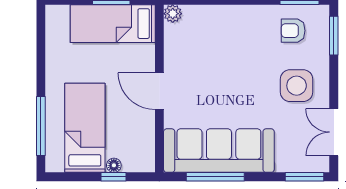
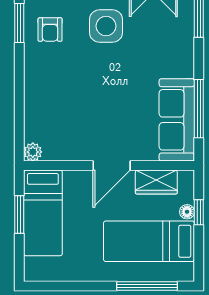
wardrobe: (143, 135) -> (156, 182), added
sofa: (219, 151) -> (177, 120), width x0.74, depth x0.79

